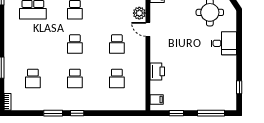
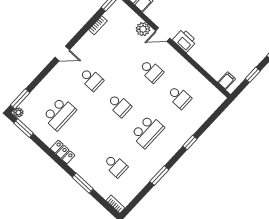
locker: (10, 35) -> (63, 152), added
printer: (157, 71) -> (185, 41), moved
school desk: (75, 78) -> (147, 131), width x1.85
window: (77, 113) -> (190, 143), moved

